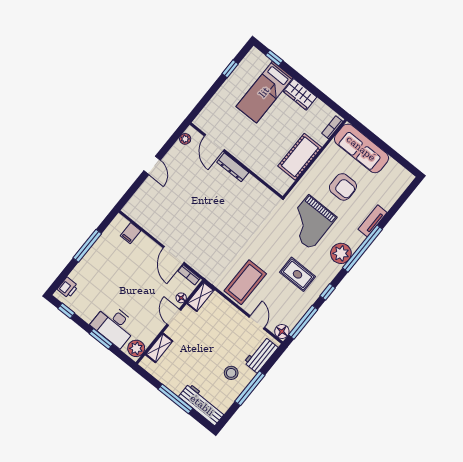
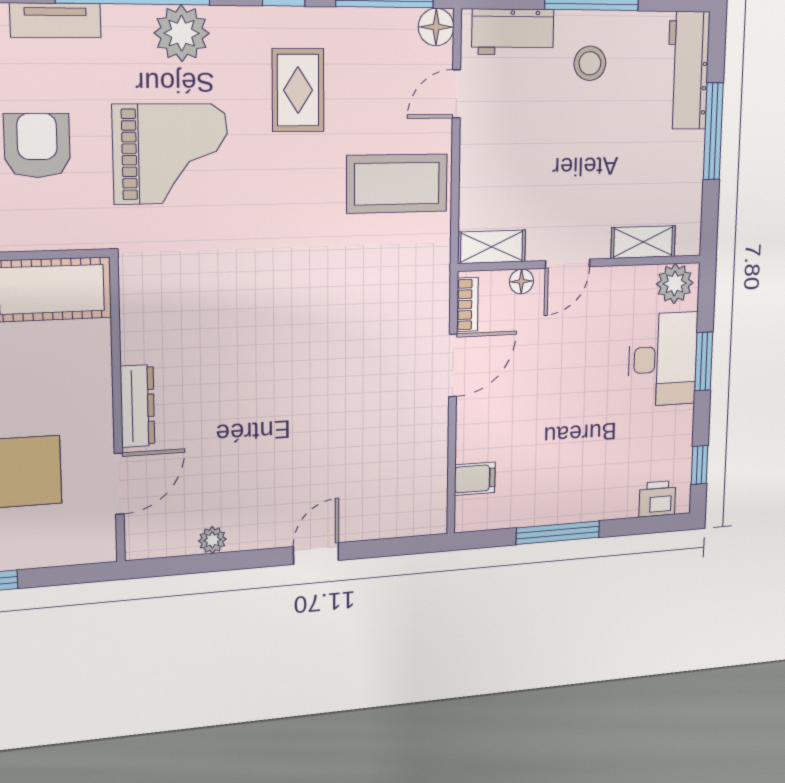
door: (214, 143) -> (119, 484), moved
wall: (236, 160) -> (117, 412), moved
dresser: (233, 167) -> (137, 406), moved

